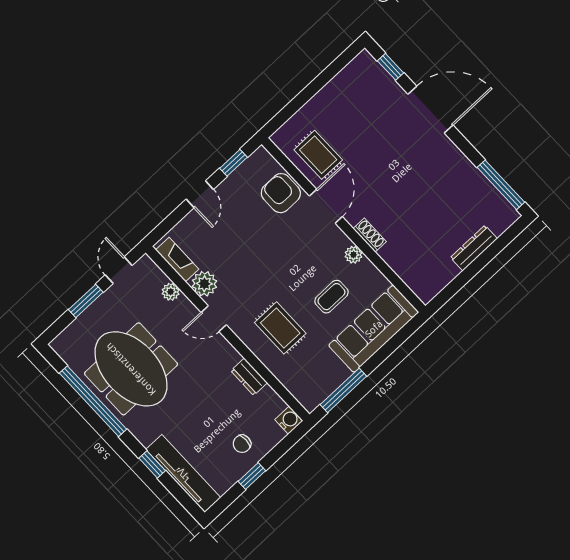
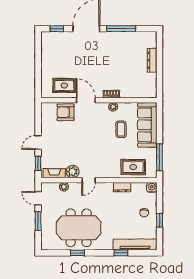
window: (233, 163) -> (38, 163), moved
window: (501, 185) -> (121, 29), moved
door: (200, 194) -> (38, 143), swing flipped
rug: (280, 328) -> (133, 167), moved
window: (93, 401) -> (77, 253), width x0.32

